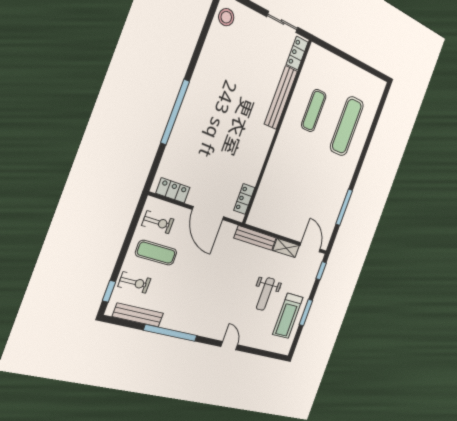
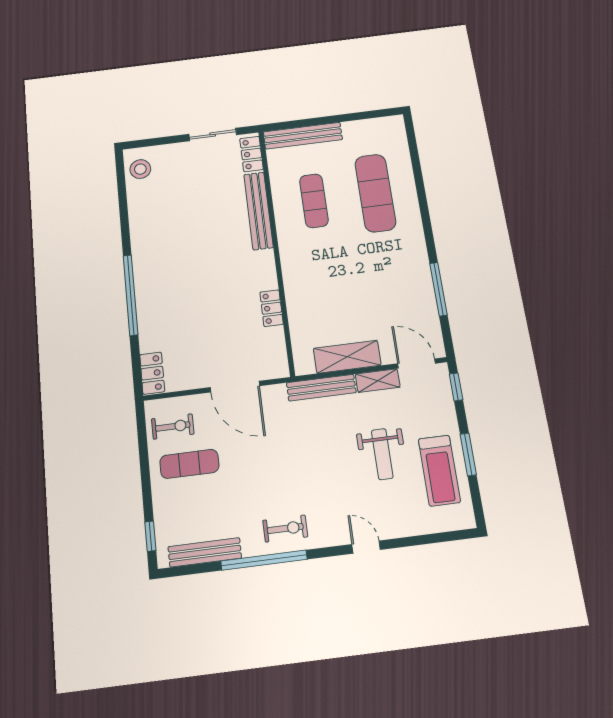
bench: (331, 60) -> (303, 136), added
locker: (173, 190) -> (152, 373), moved, turned 90
locker: (244, 199) -> (272, 308), moved
shelving: (279, 225) -> (347, 357), added
exercise bike: (134, 282) -> (285, 529), moved

